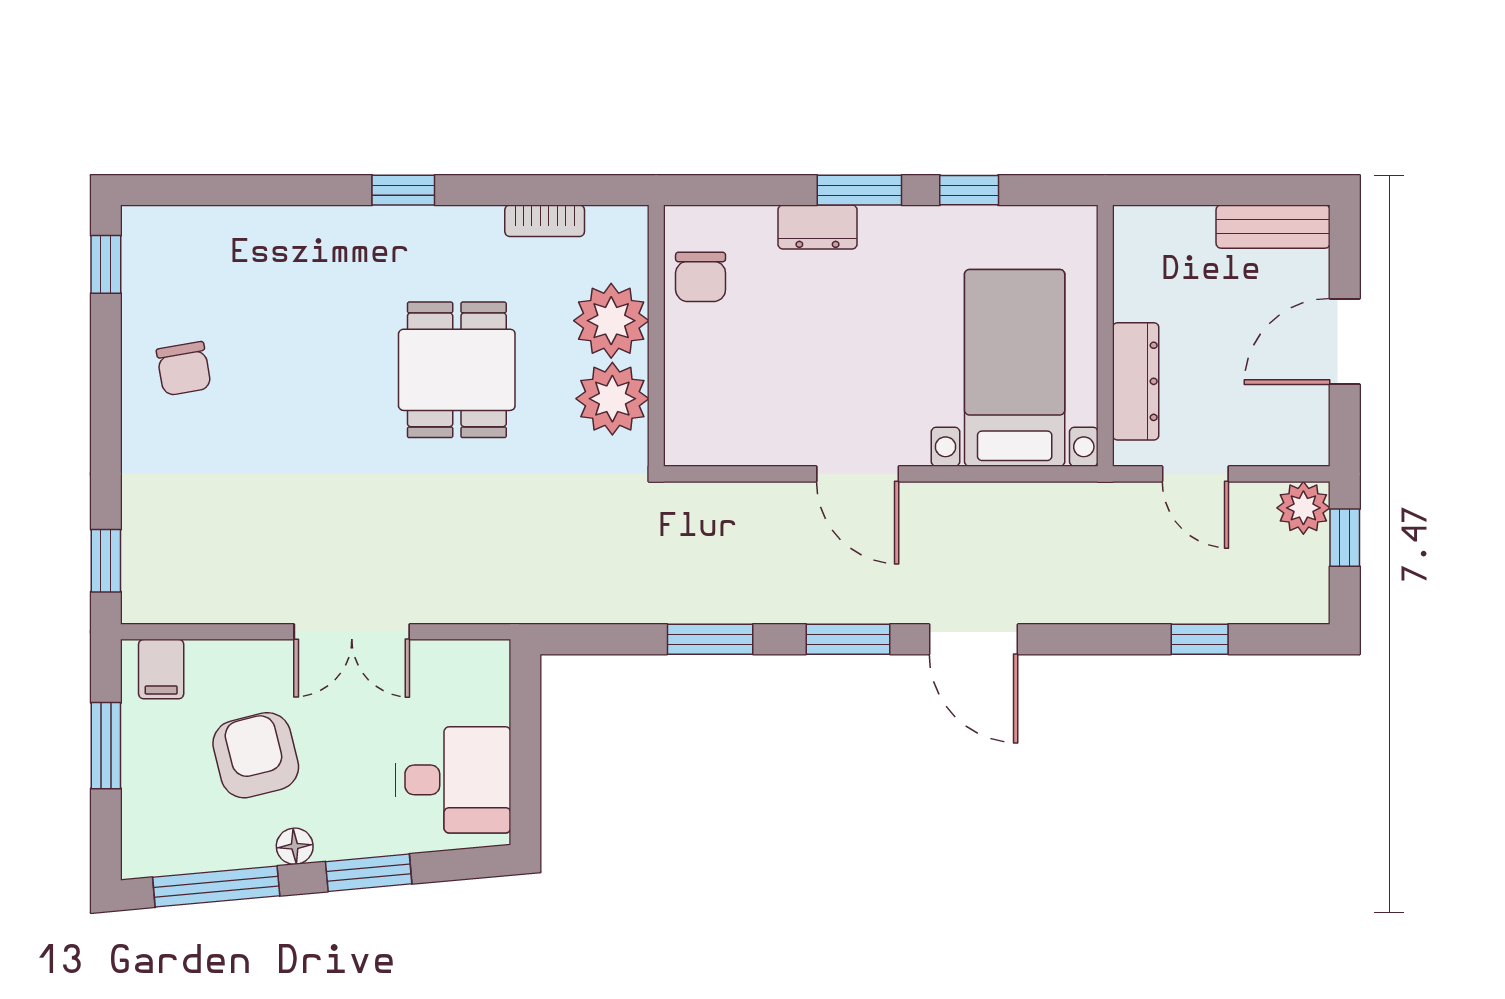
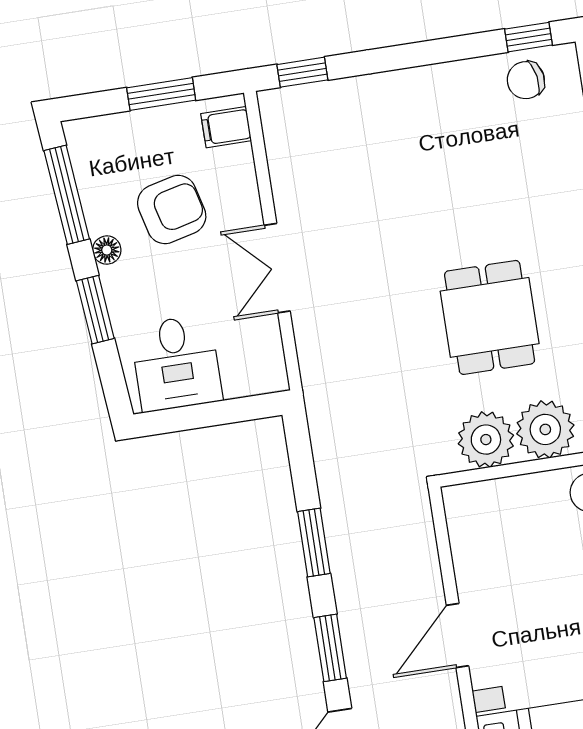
chair: (184, 369) -> (526, 80), moved
dining table: (457, 370) -> (490, 317), turned 90

